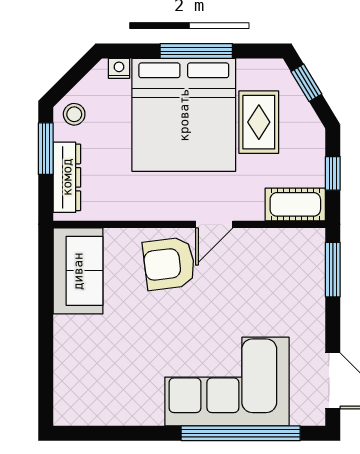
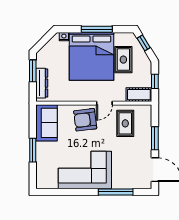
stool: (74, 114) -> (45, 56), removed
window: (333, 270) -> (155, 138), moved
rug: (263, 272) -> (125, 123), added
window: (46, 335) -> (33, 150), added
corner sofa: (227, 381) -> (85, 170), moved
window: (241, 433) -> (116, 192), width x0.68

